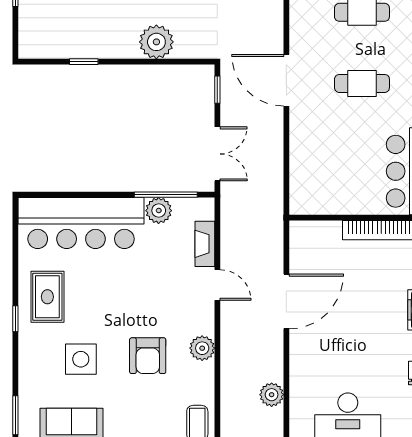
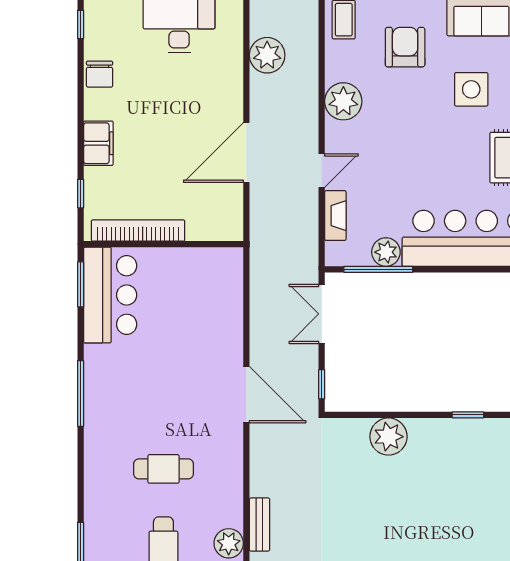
cafe table: (362, 83) -> (163, 391), removed
door: (217, 285) -> (322, 171), swing flipped
plant: (202, 348) -> (343, 101), width x1.36, depth x1.36
armchair: (148, 356) -> (405, 47), moved
plant: (272, 395) -> (267, 55), width x1.36, depth x1.36

